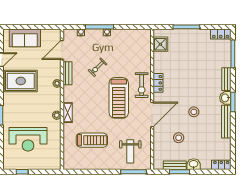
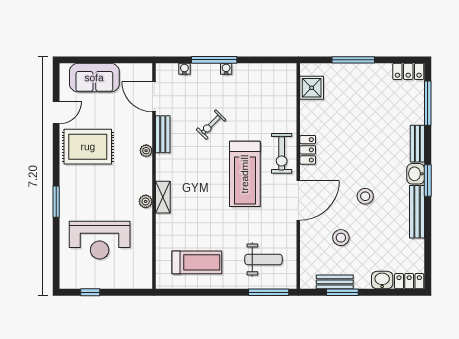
door: (62, 50) -> (154, 97), hinge flipped
treadmill: (92, 140) -> (197, 262), moved
weight bench: (130, 151) -> (263, 259), turned -90
washbasin: (194, 164) -> (382, 280), moved

